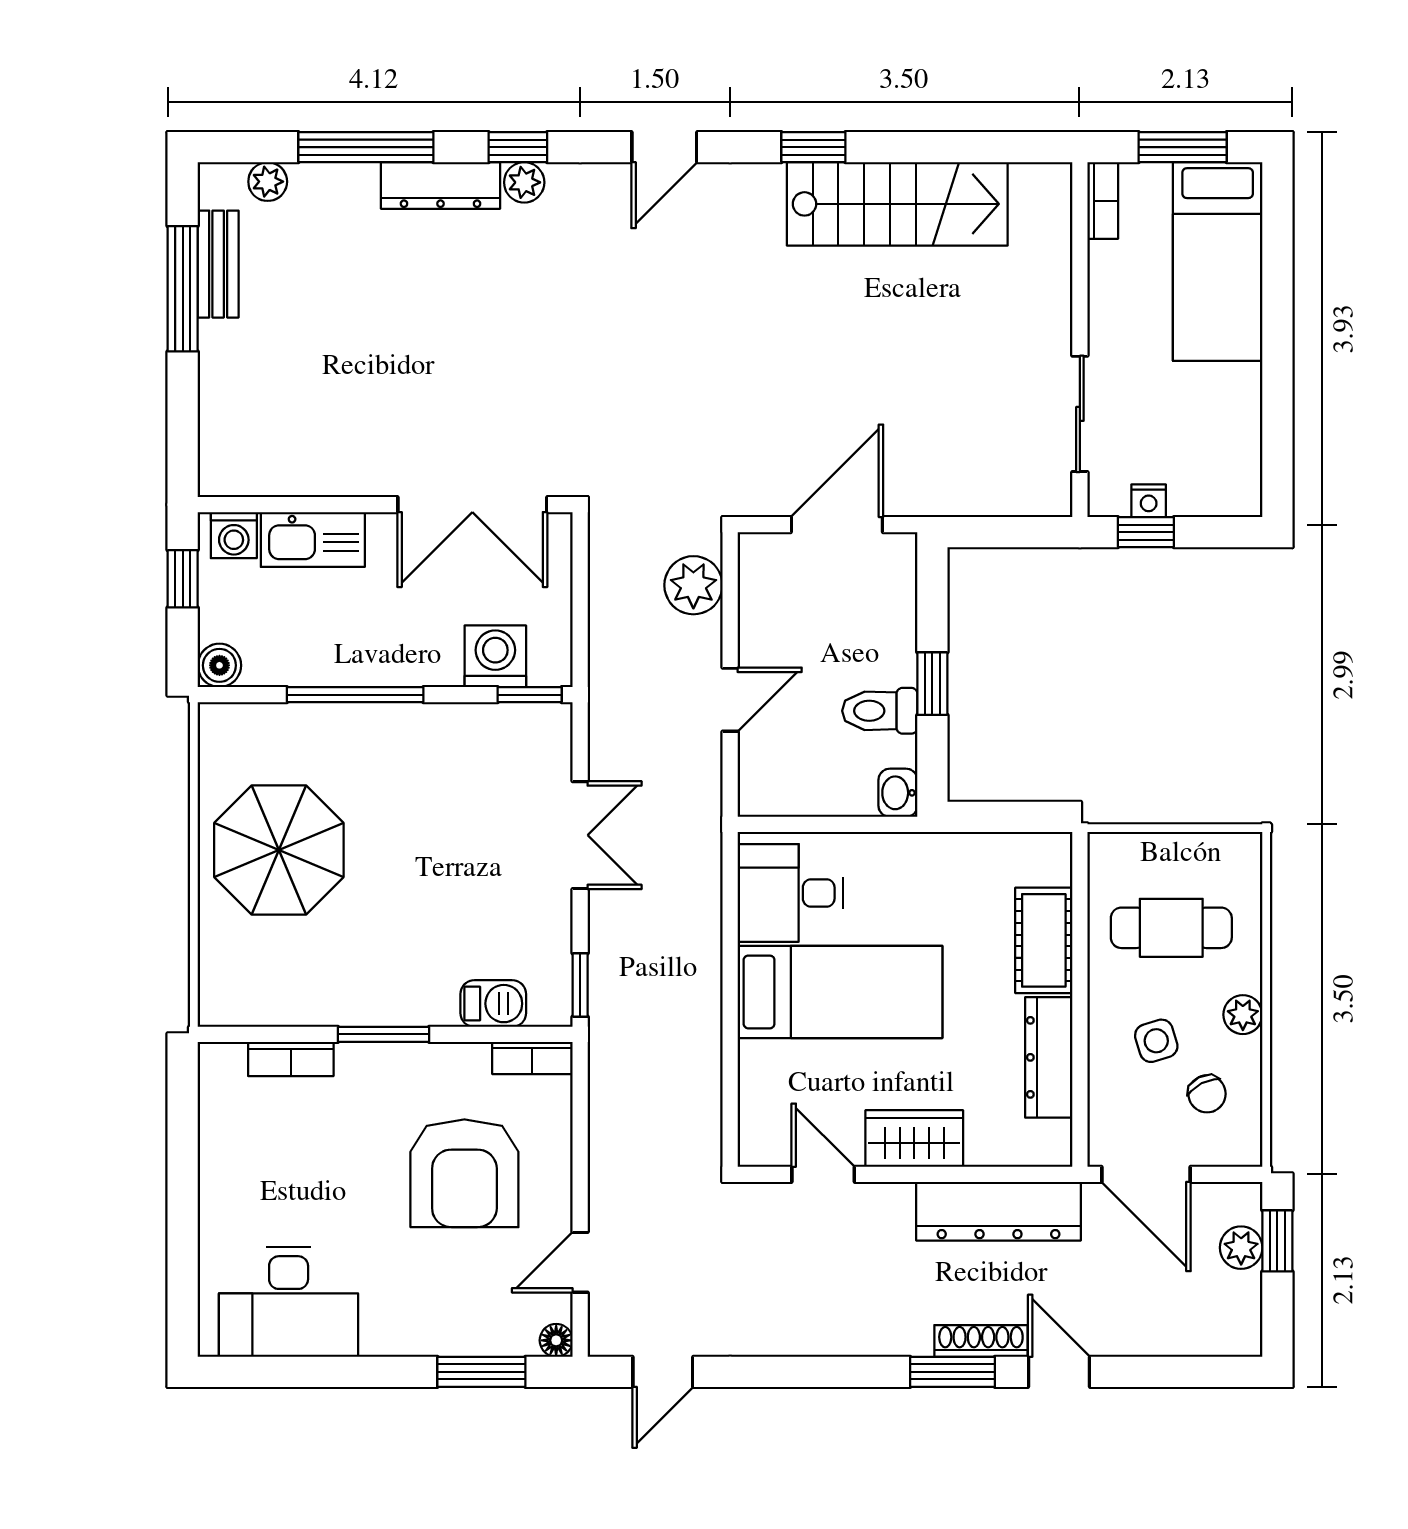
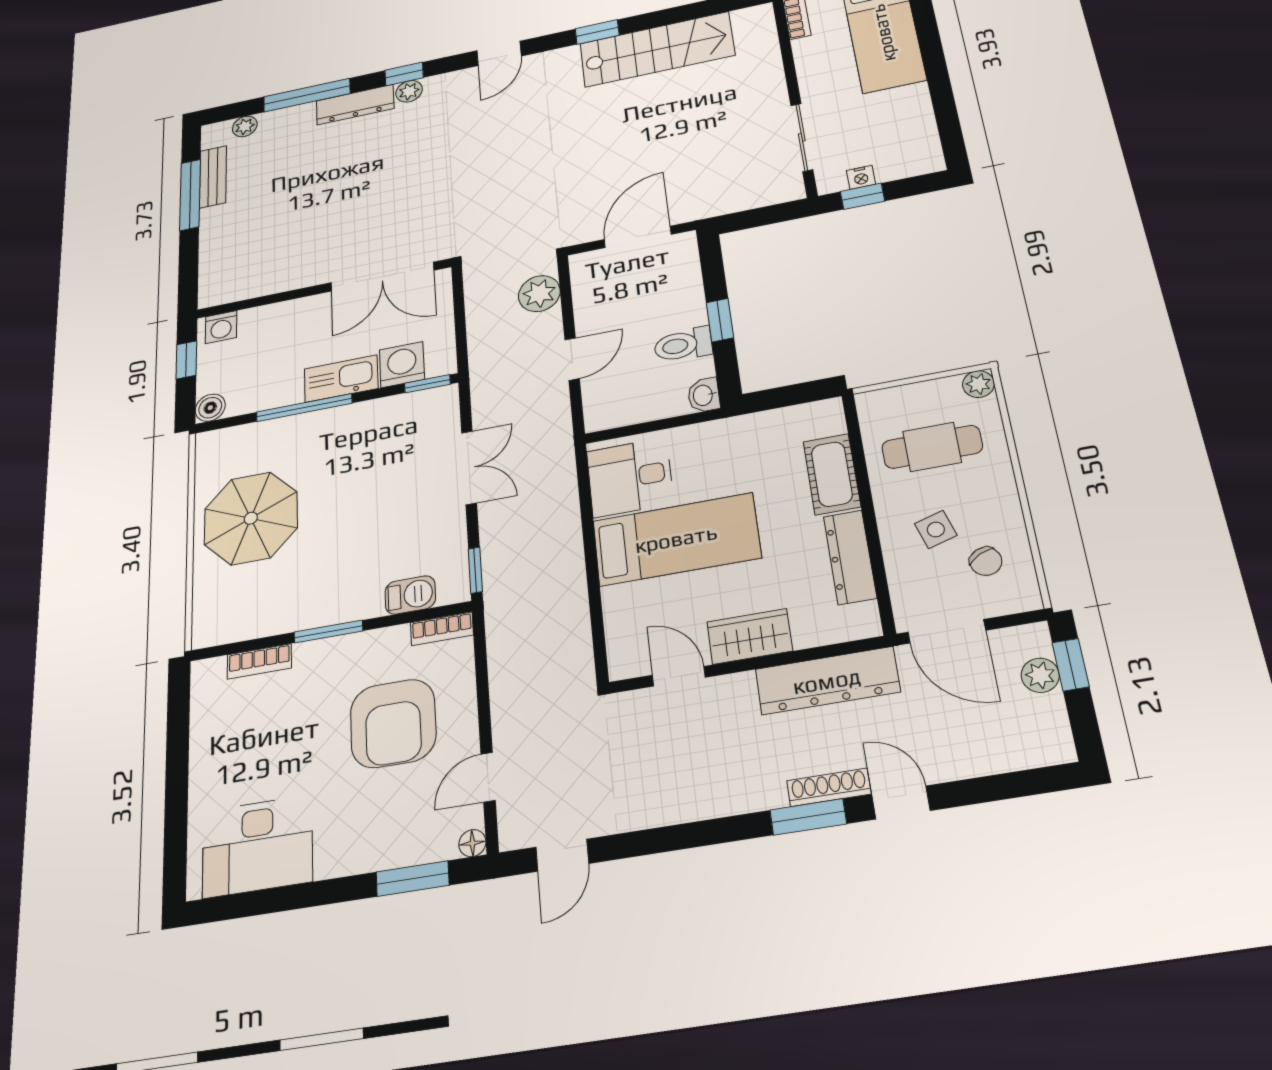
kitchen sink: (313, 539) -> (341, 379), moved, turned 180
plant: (1243, 1015) -> (978, 384), moved

